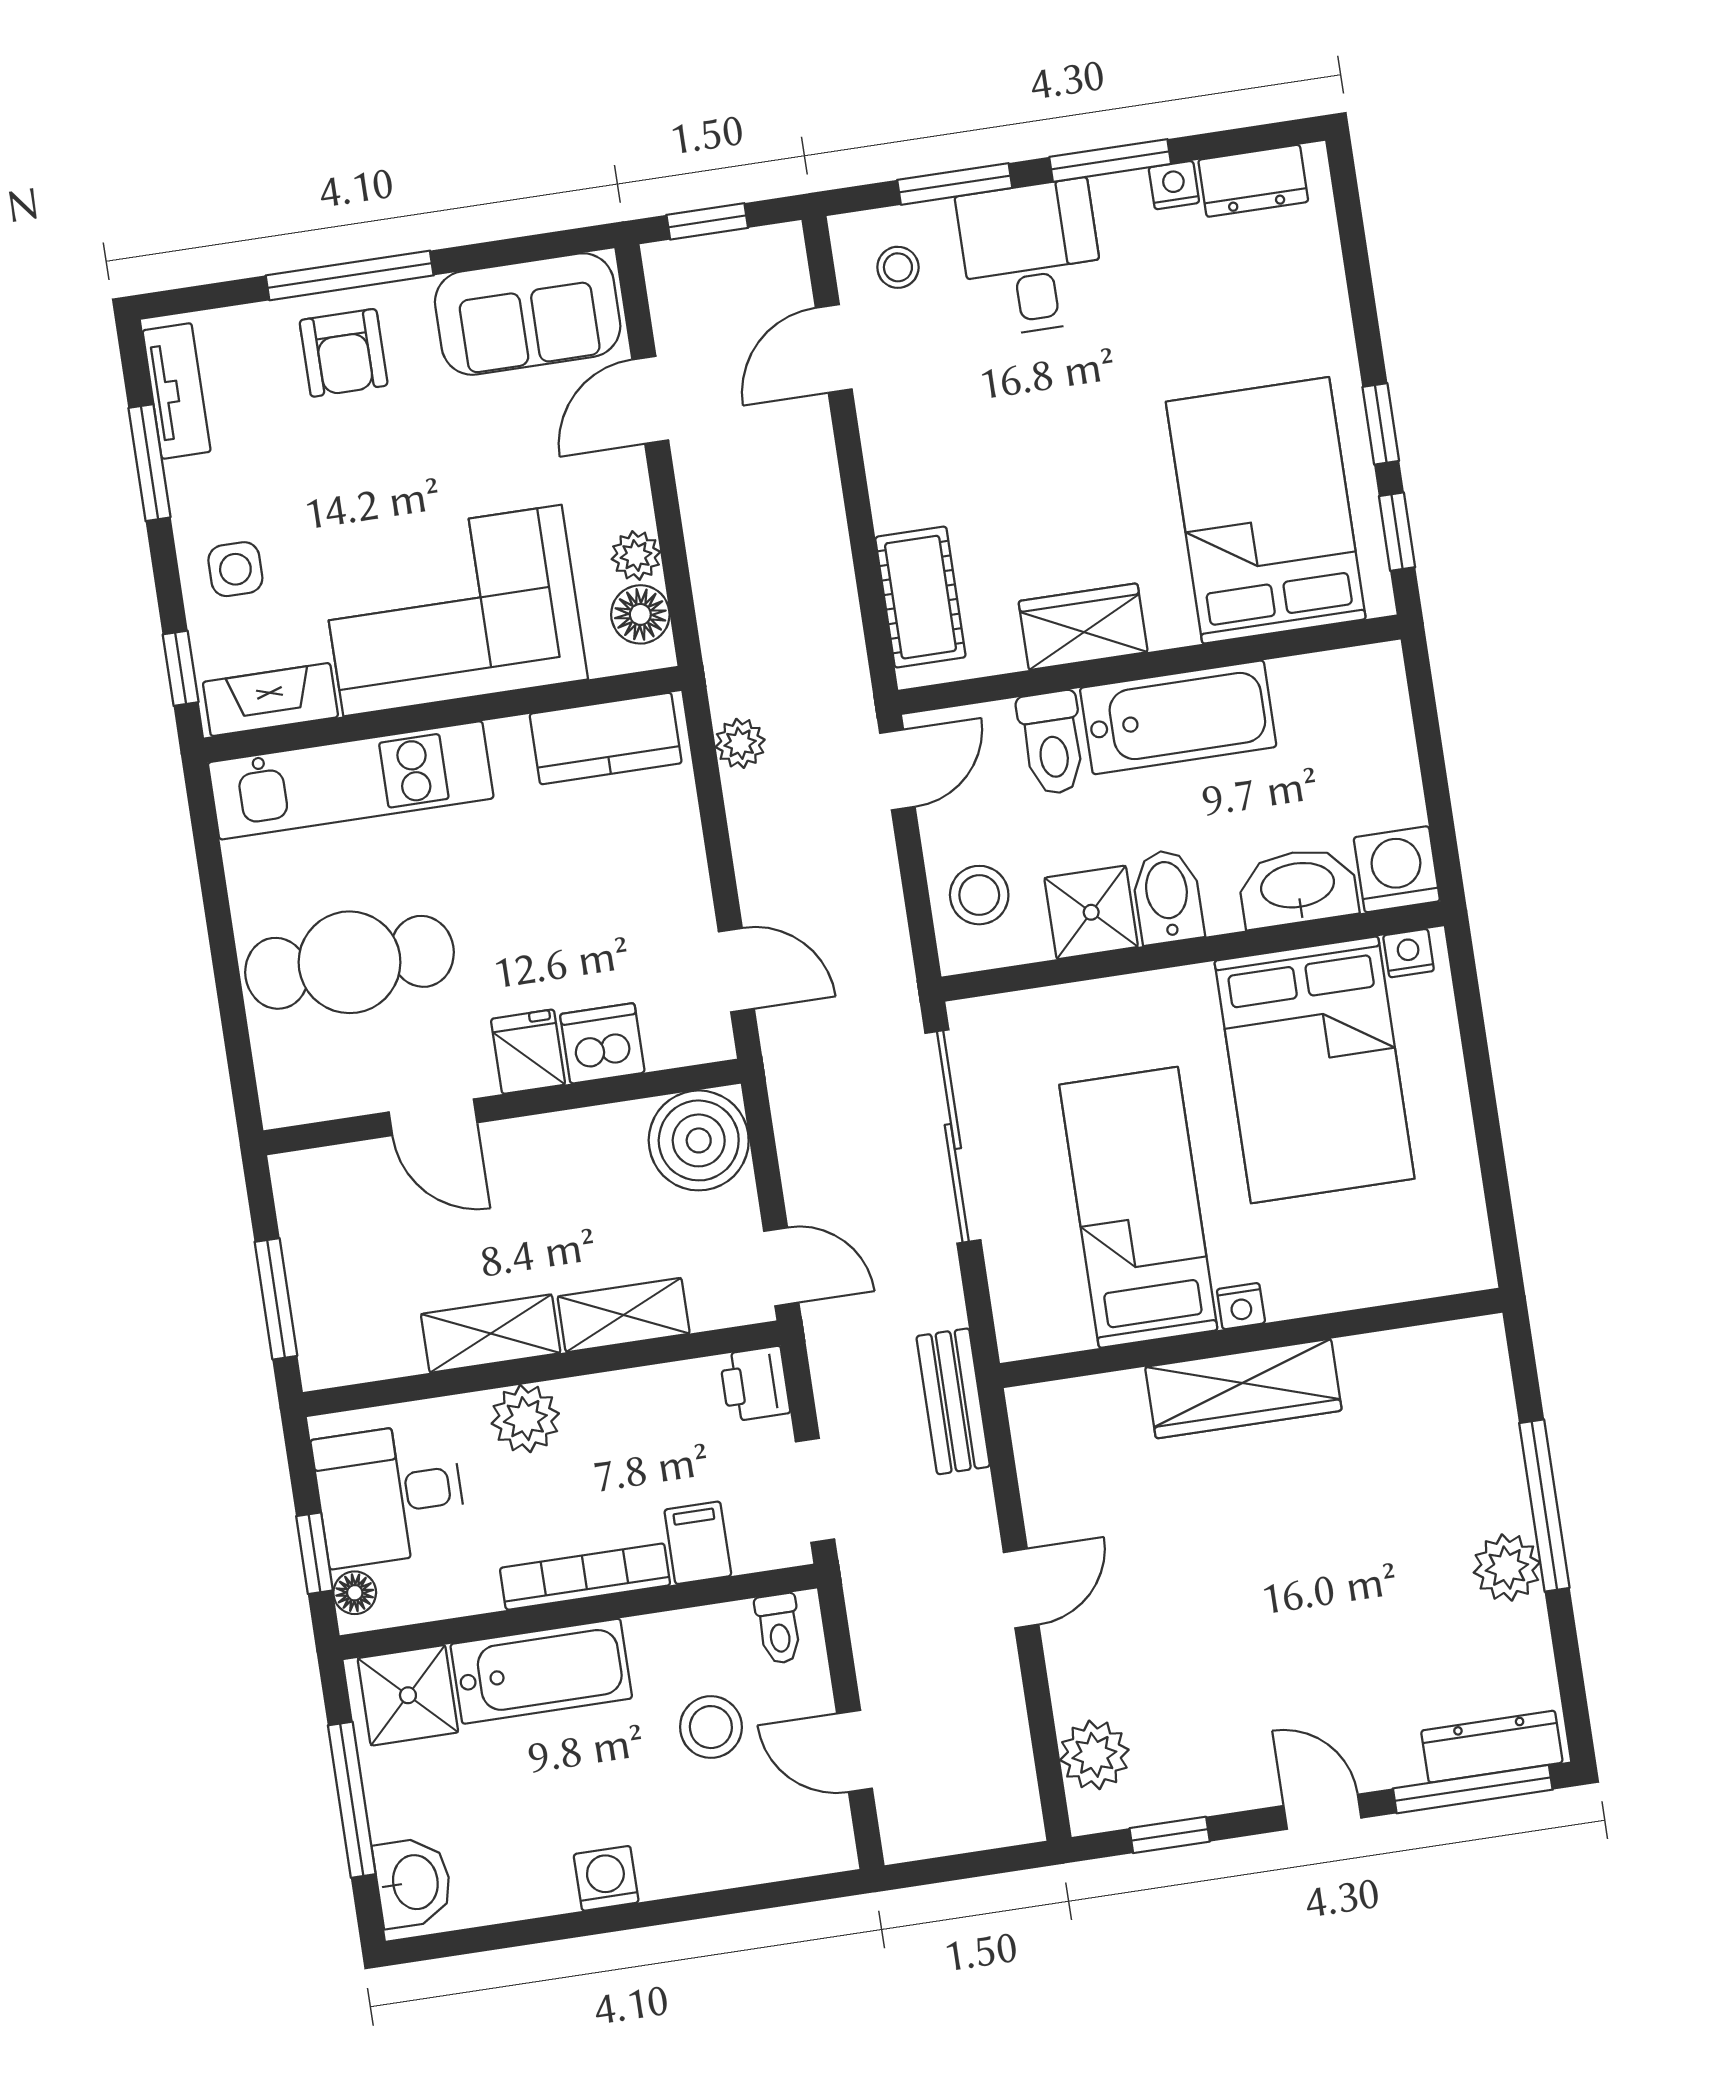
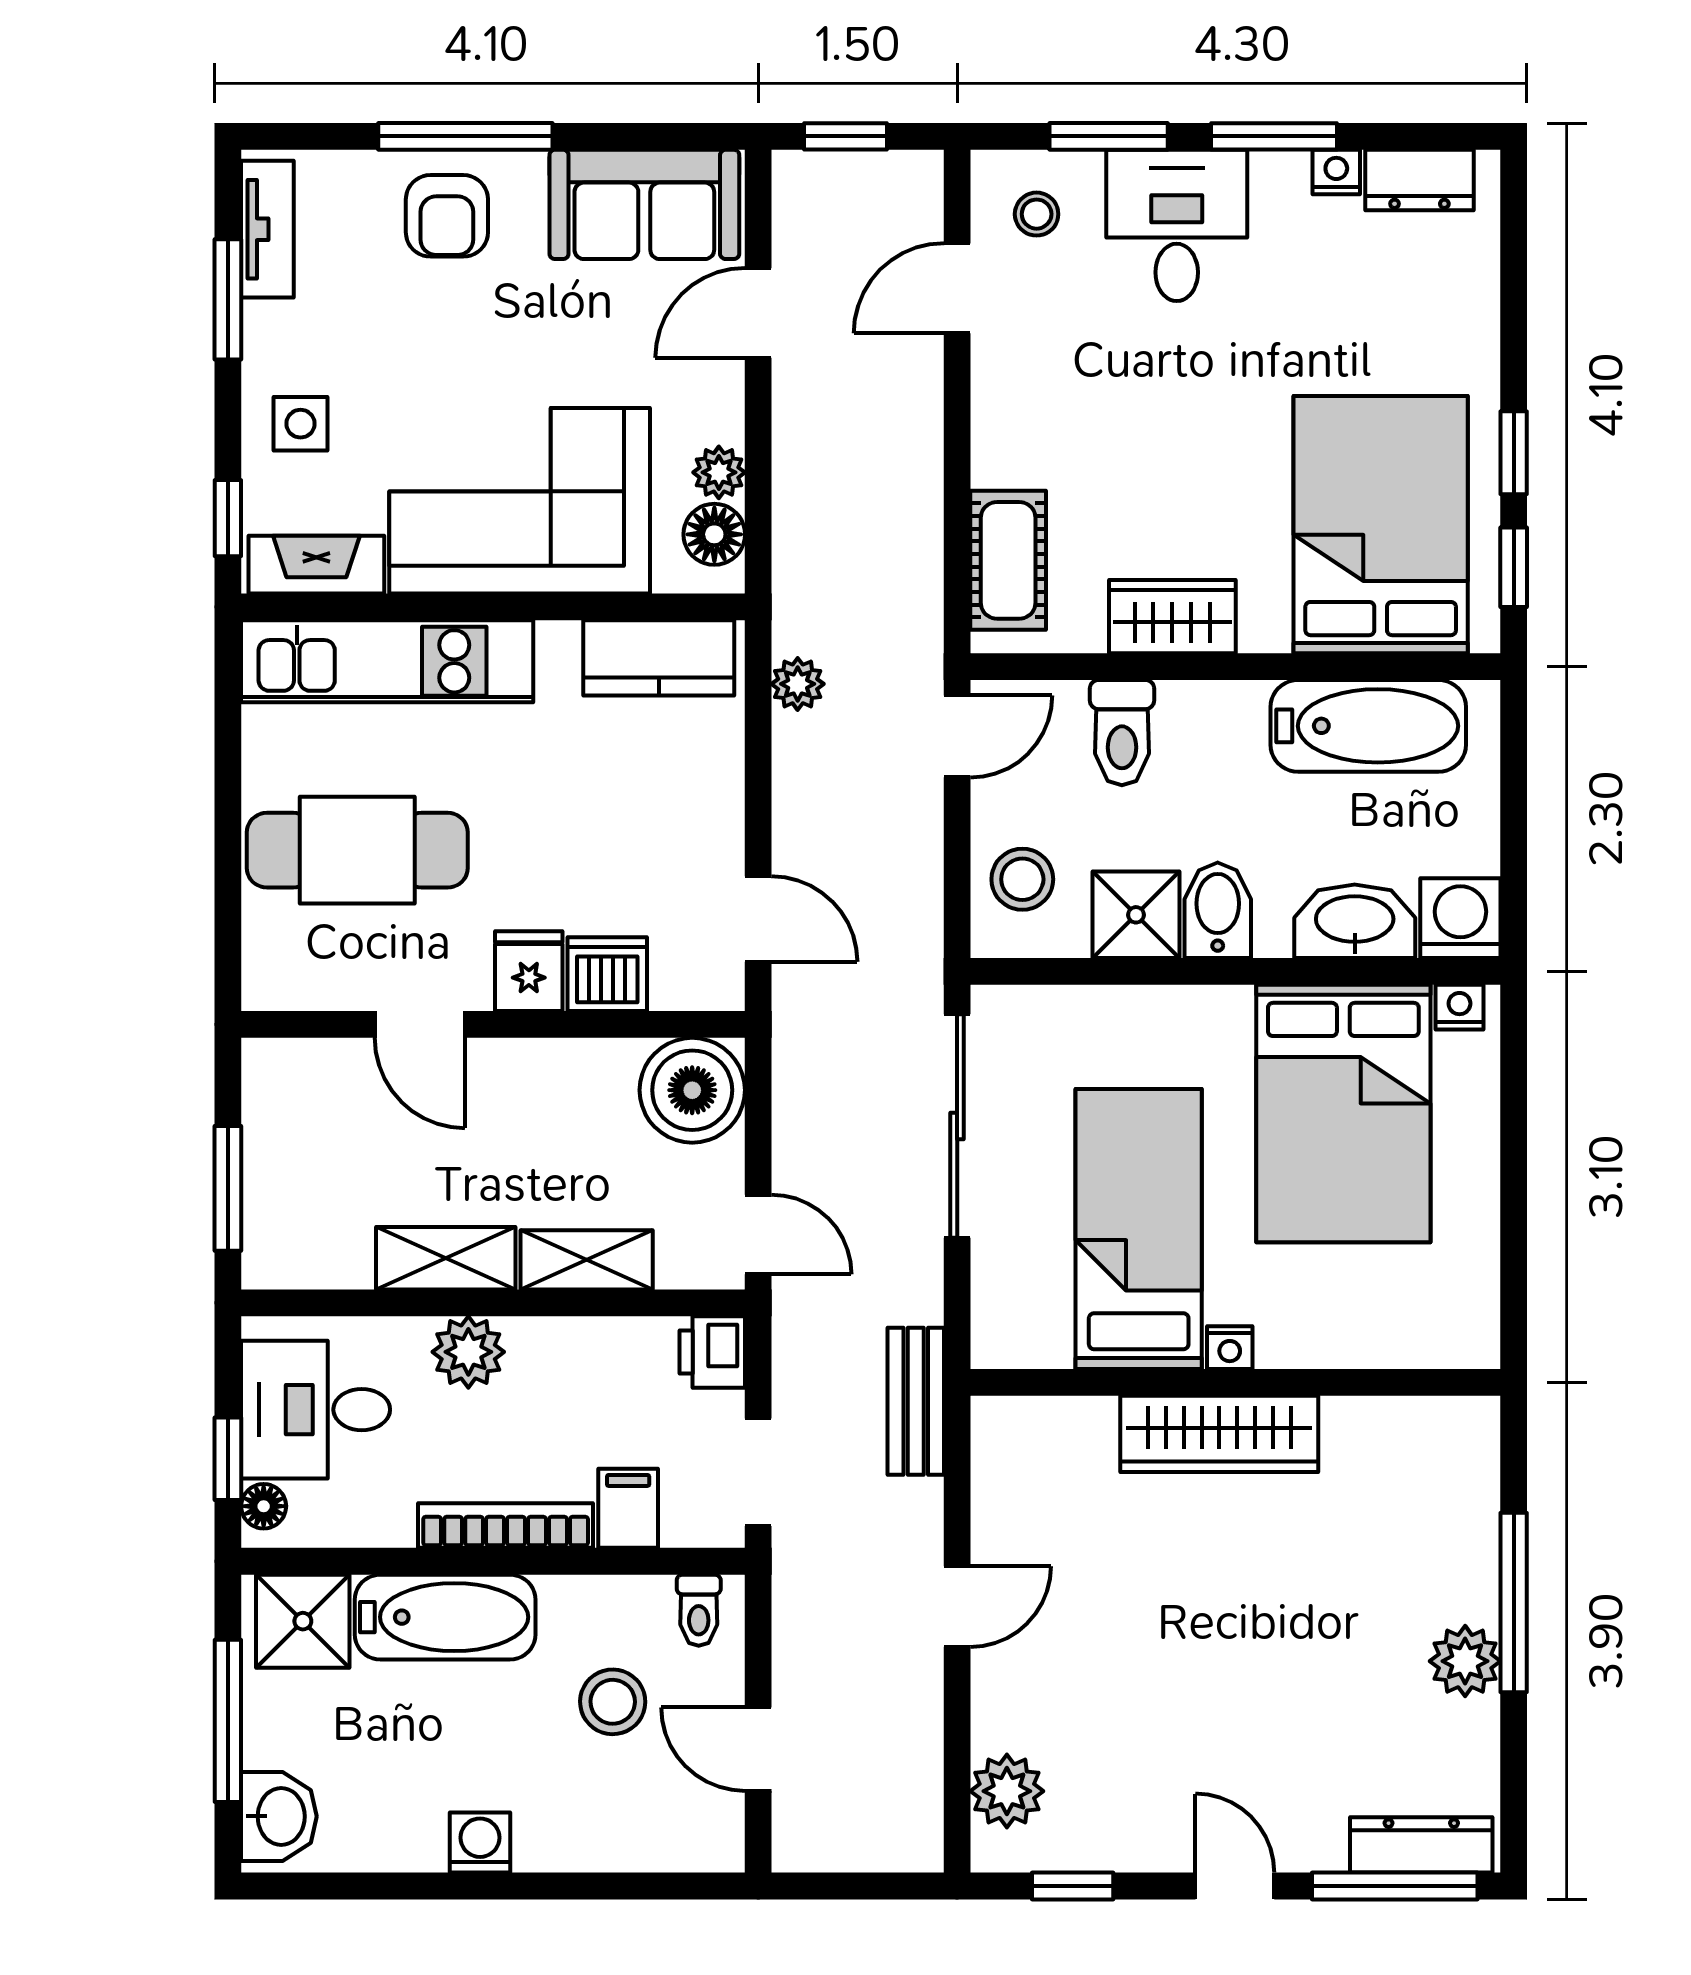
bathtub: (1178, 717) -> (1368, 726), moved

